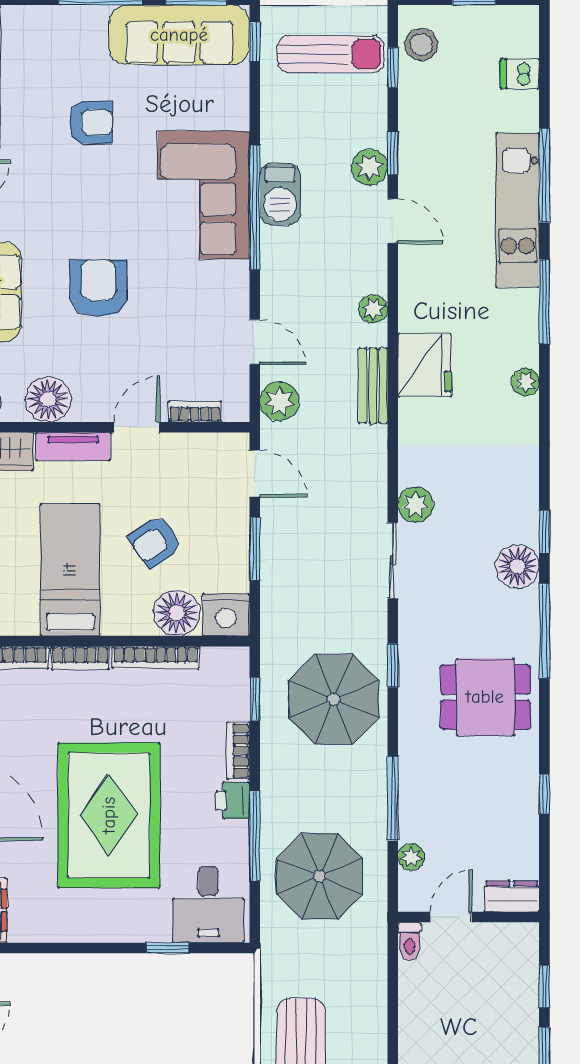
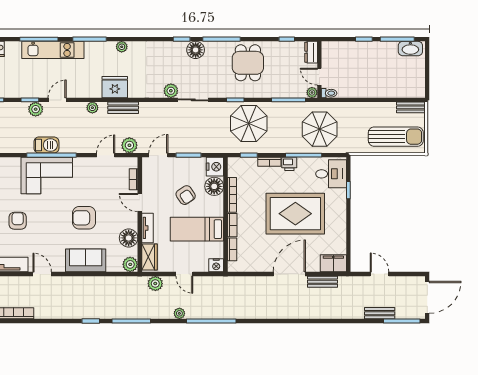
dresser: (512, 896) -> (311, 52), moved
door: (451, 917) -> (319, 77), moved
wall: (469, 917) -> (319, 70), moved
toilet: (410, 941) -> (329, 93), moved

